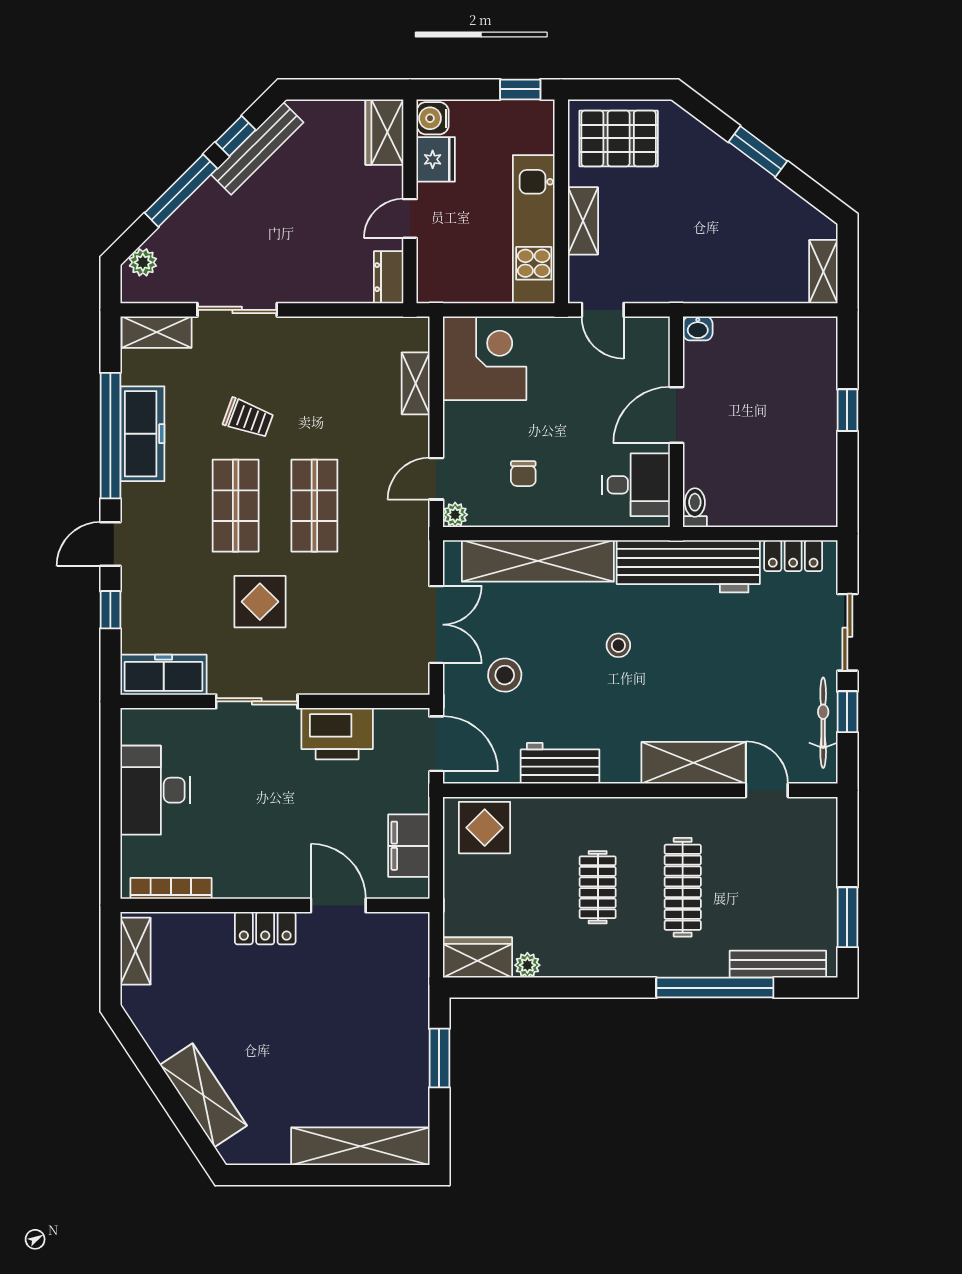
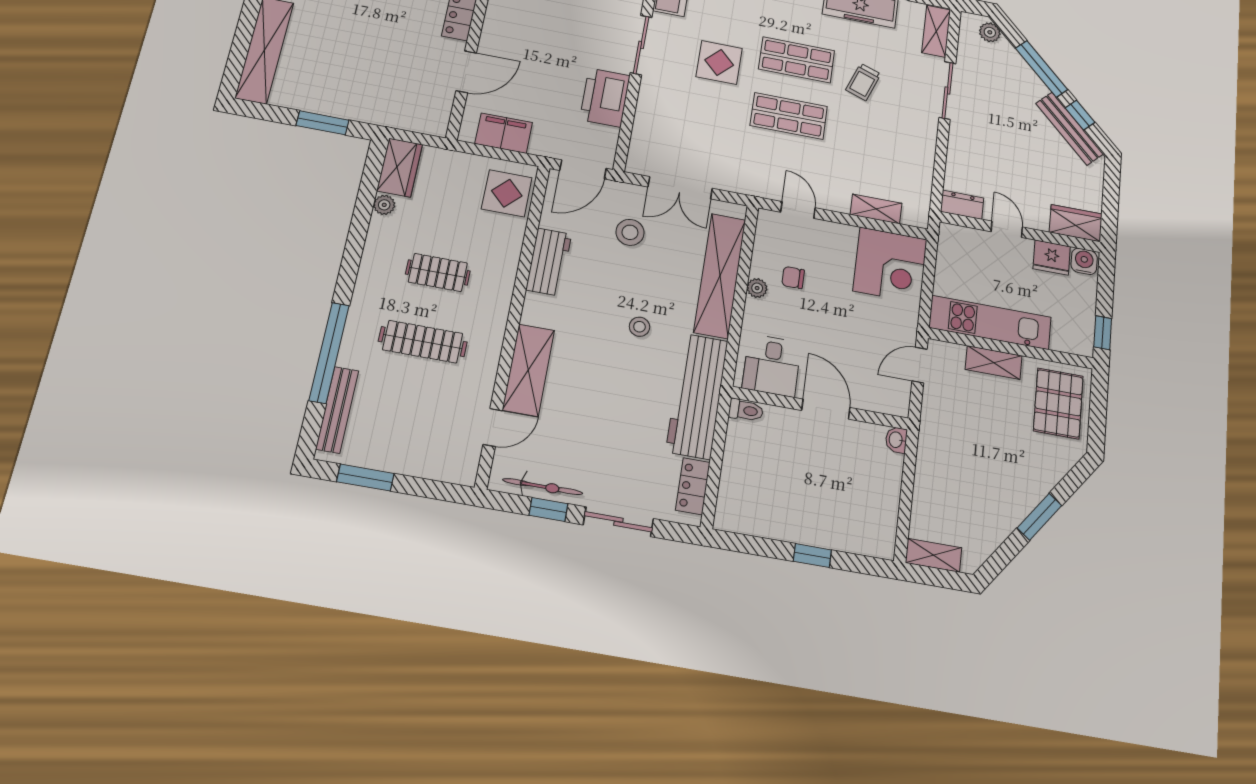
plant: (455, 515) -> (757, 288), moved

